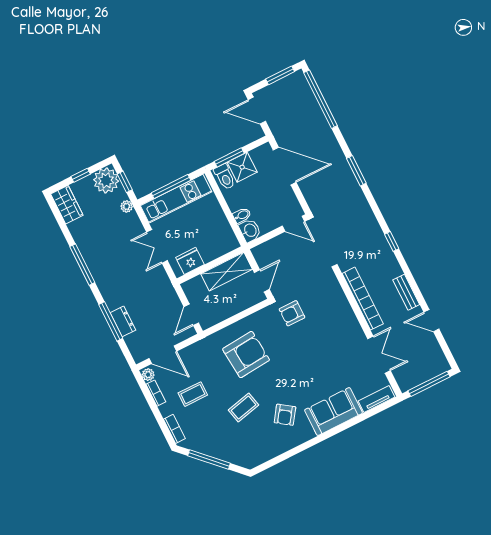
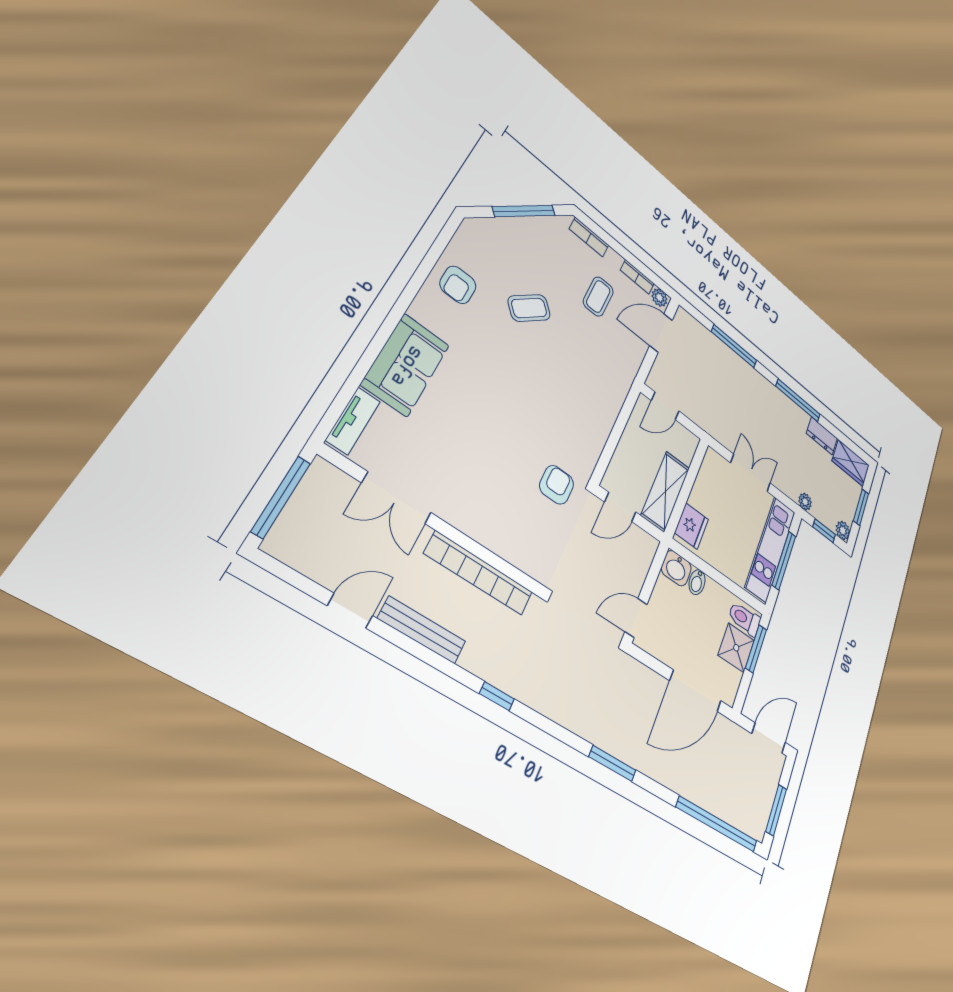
window: (81, 175) -> (861, 507), width x1.50
plant: (106, 180) -> (843, 530), width x0.53, depth x0.53
fridge: (190, 261) -> (691, 526), moved
door: (262, 281) -> (620, 507), hinge flipped
bench: (406, 292) -> (422, 630), width x1.36
door: (191, 315) -> (665, 406), swing flipped
dresser: (123, 321) -> (822, 436), moved
armchair: (246, 355) -> (573, 388), removed
coffee table: (243, 408) -> (529, 308), turned 60
armchair: (285, 415) -> (458, 285), moved, turned -125

